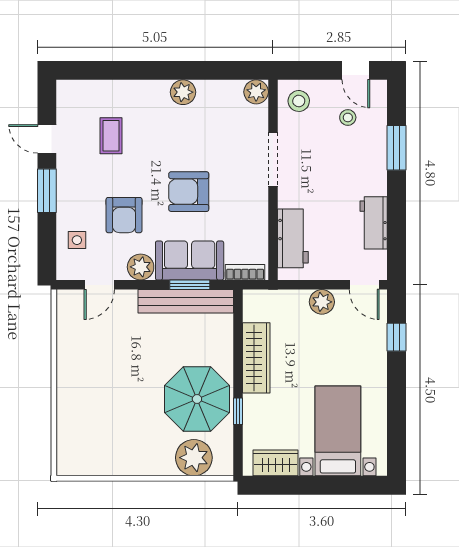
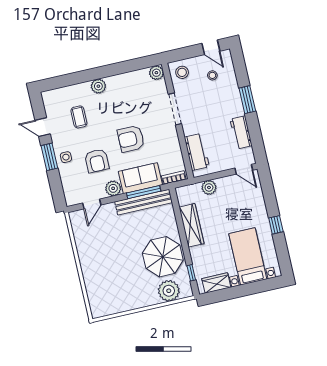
plant: (183, 92) -> (98, 86), moved
window: (396, 148) -> (247, 100), moved
side table: (77, 240) -> (66, 157), moved
window: (190, 285) -> (144, 192), width x1.44
plant: (322, 302) -> (209, 187), moved
window: (396, 337) -> (276, 225), moved
window: (238, 411) -> (191, 273), moved

